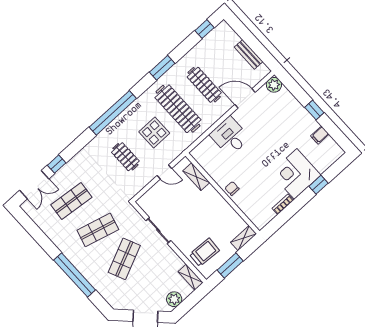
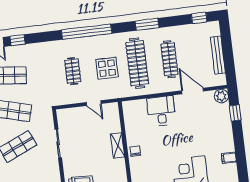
bench: (249, 54) -> (218, 55), width x1.36
window: (314, 110) -> (235, 113), moved
shelving: (196, 177) -> (118, 146), moved

